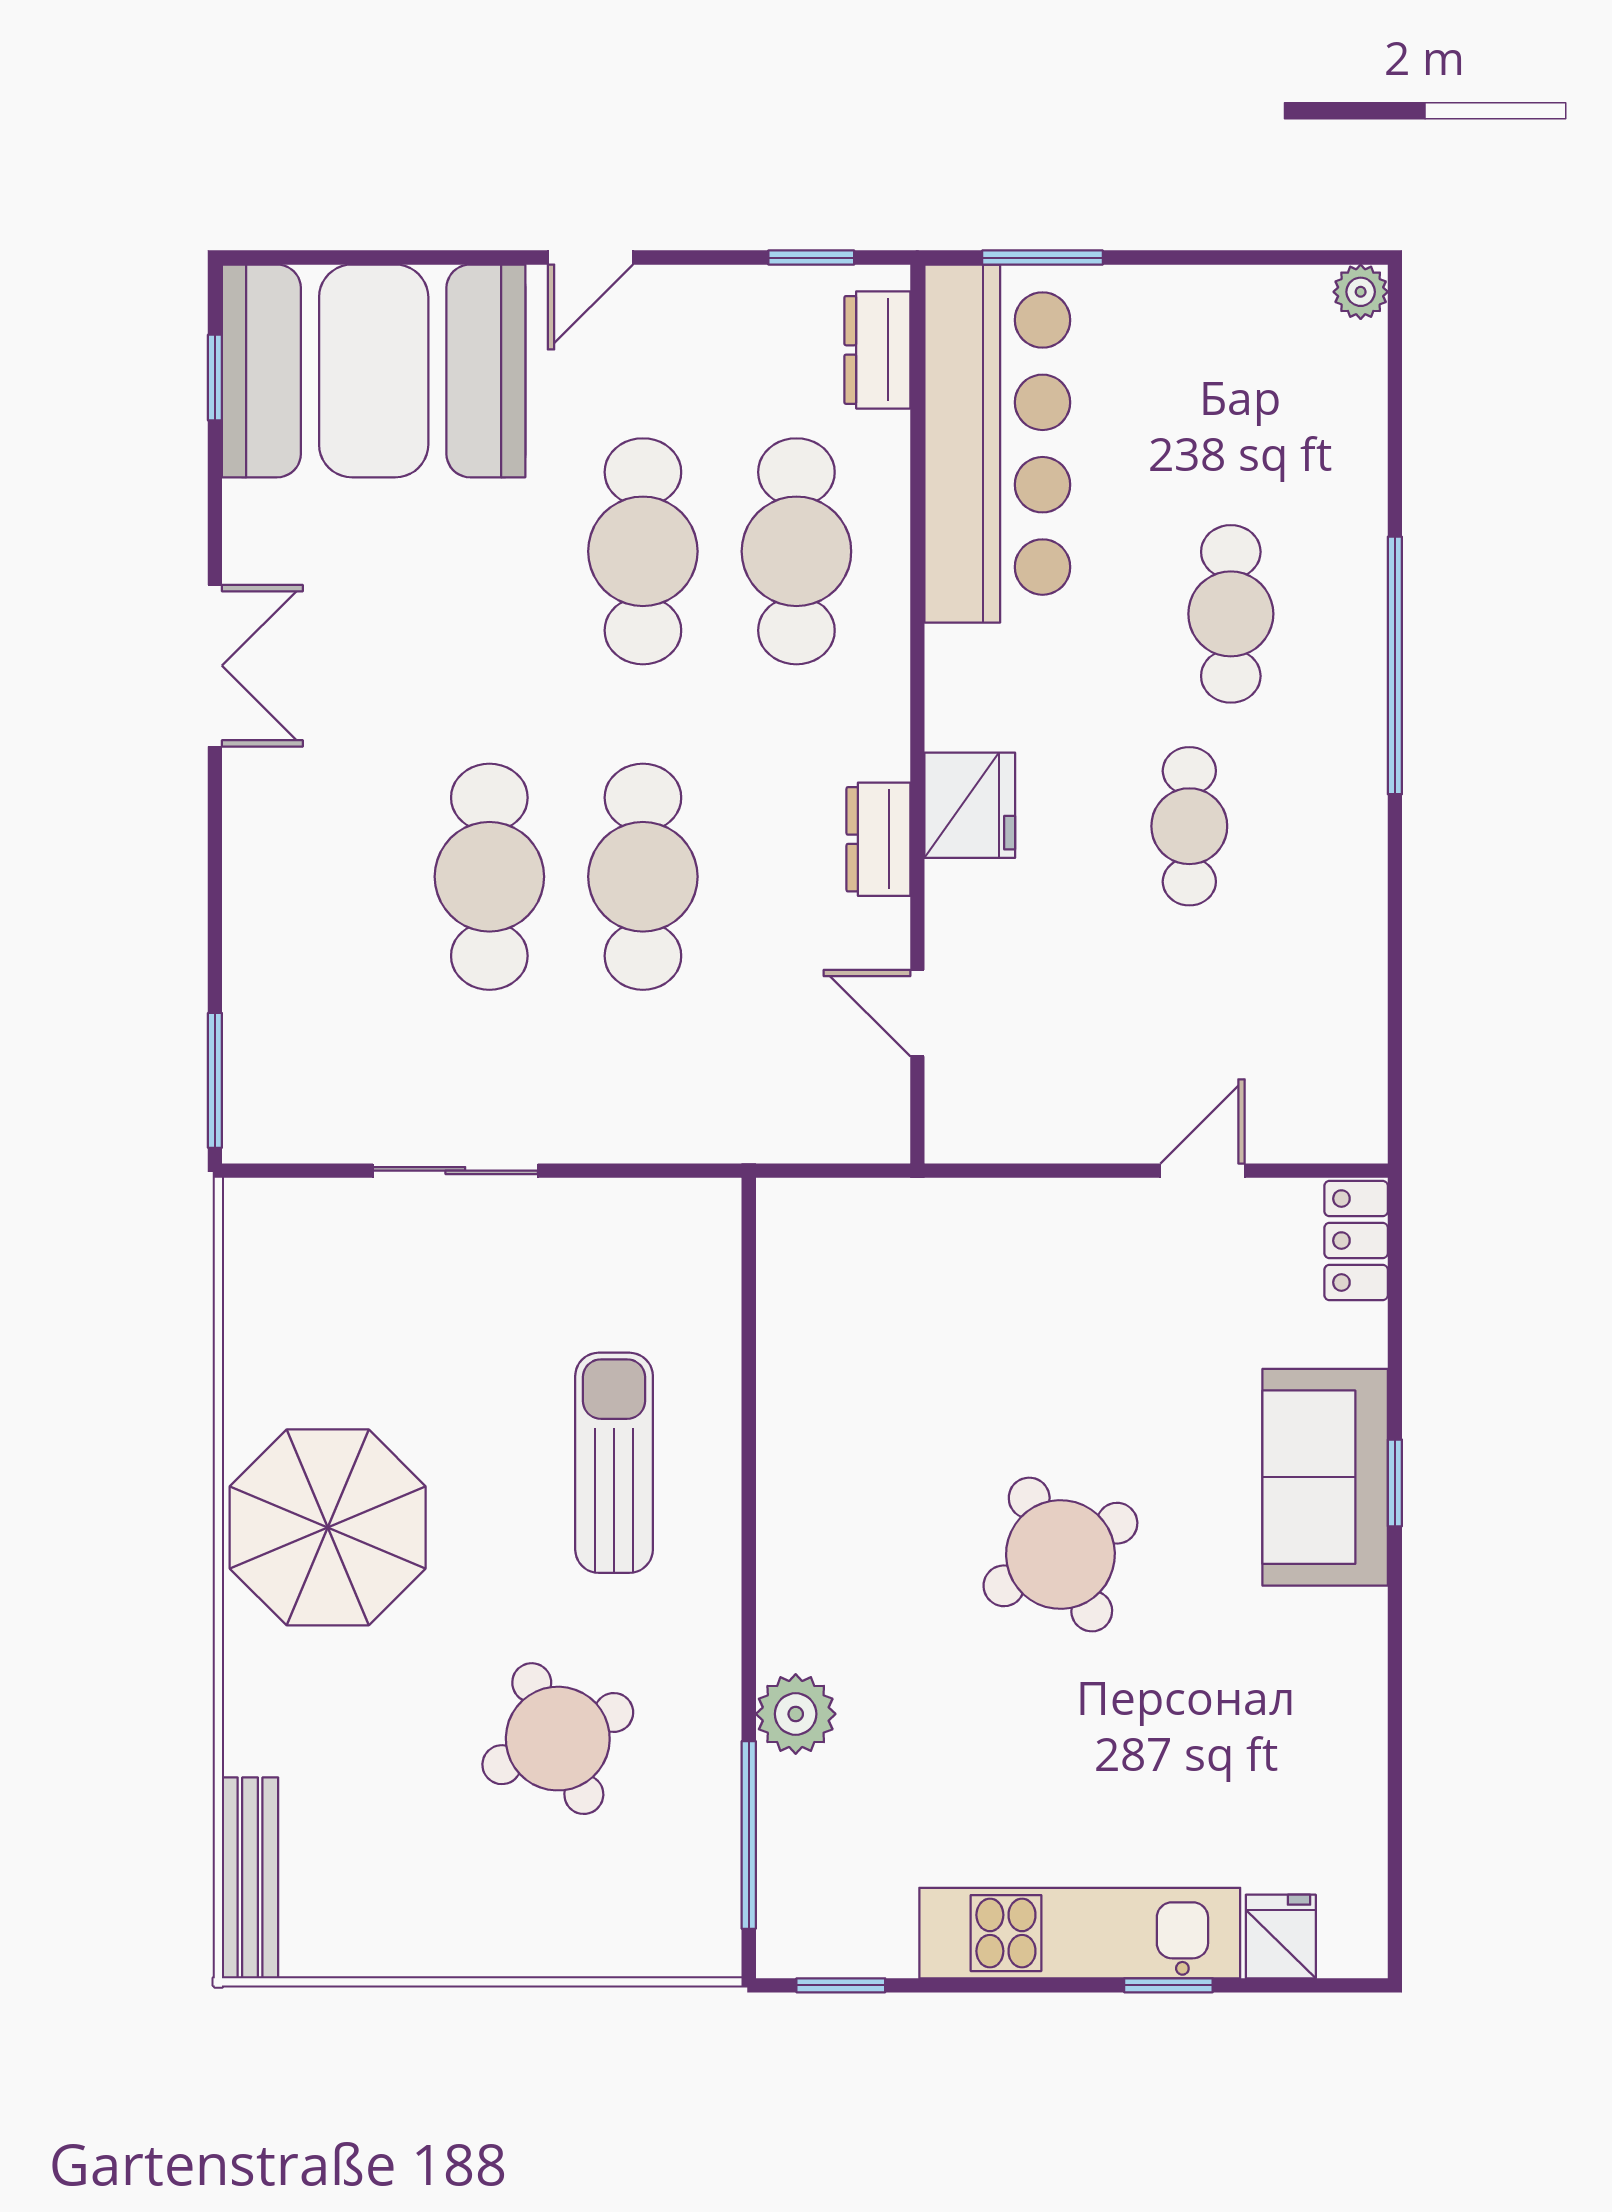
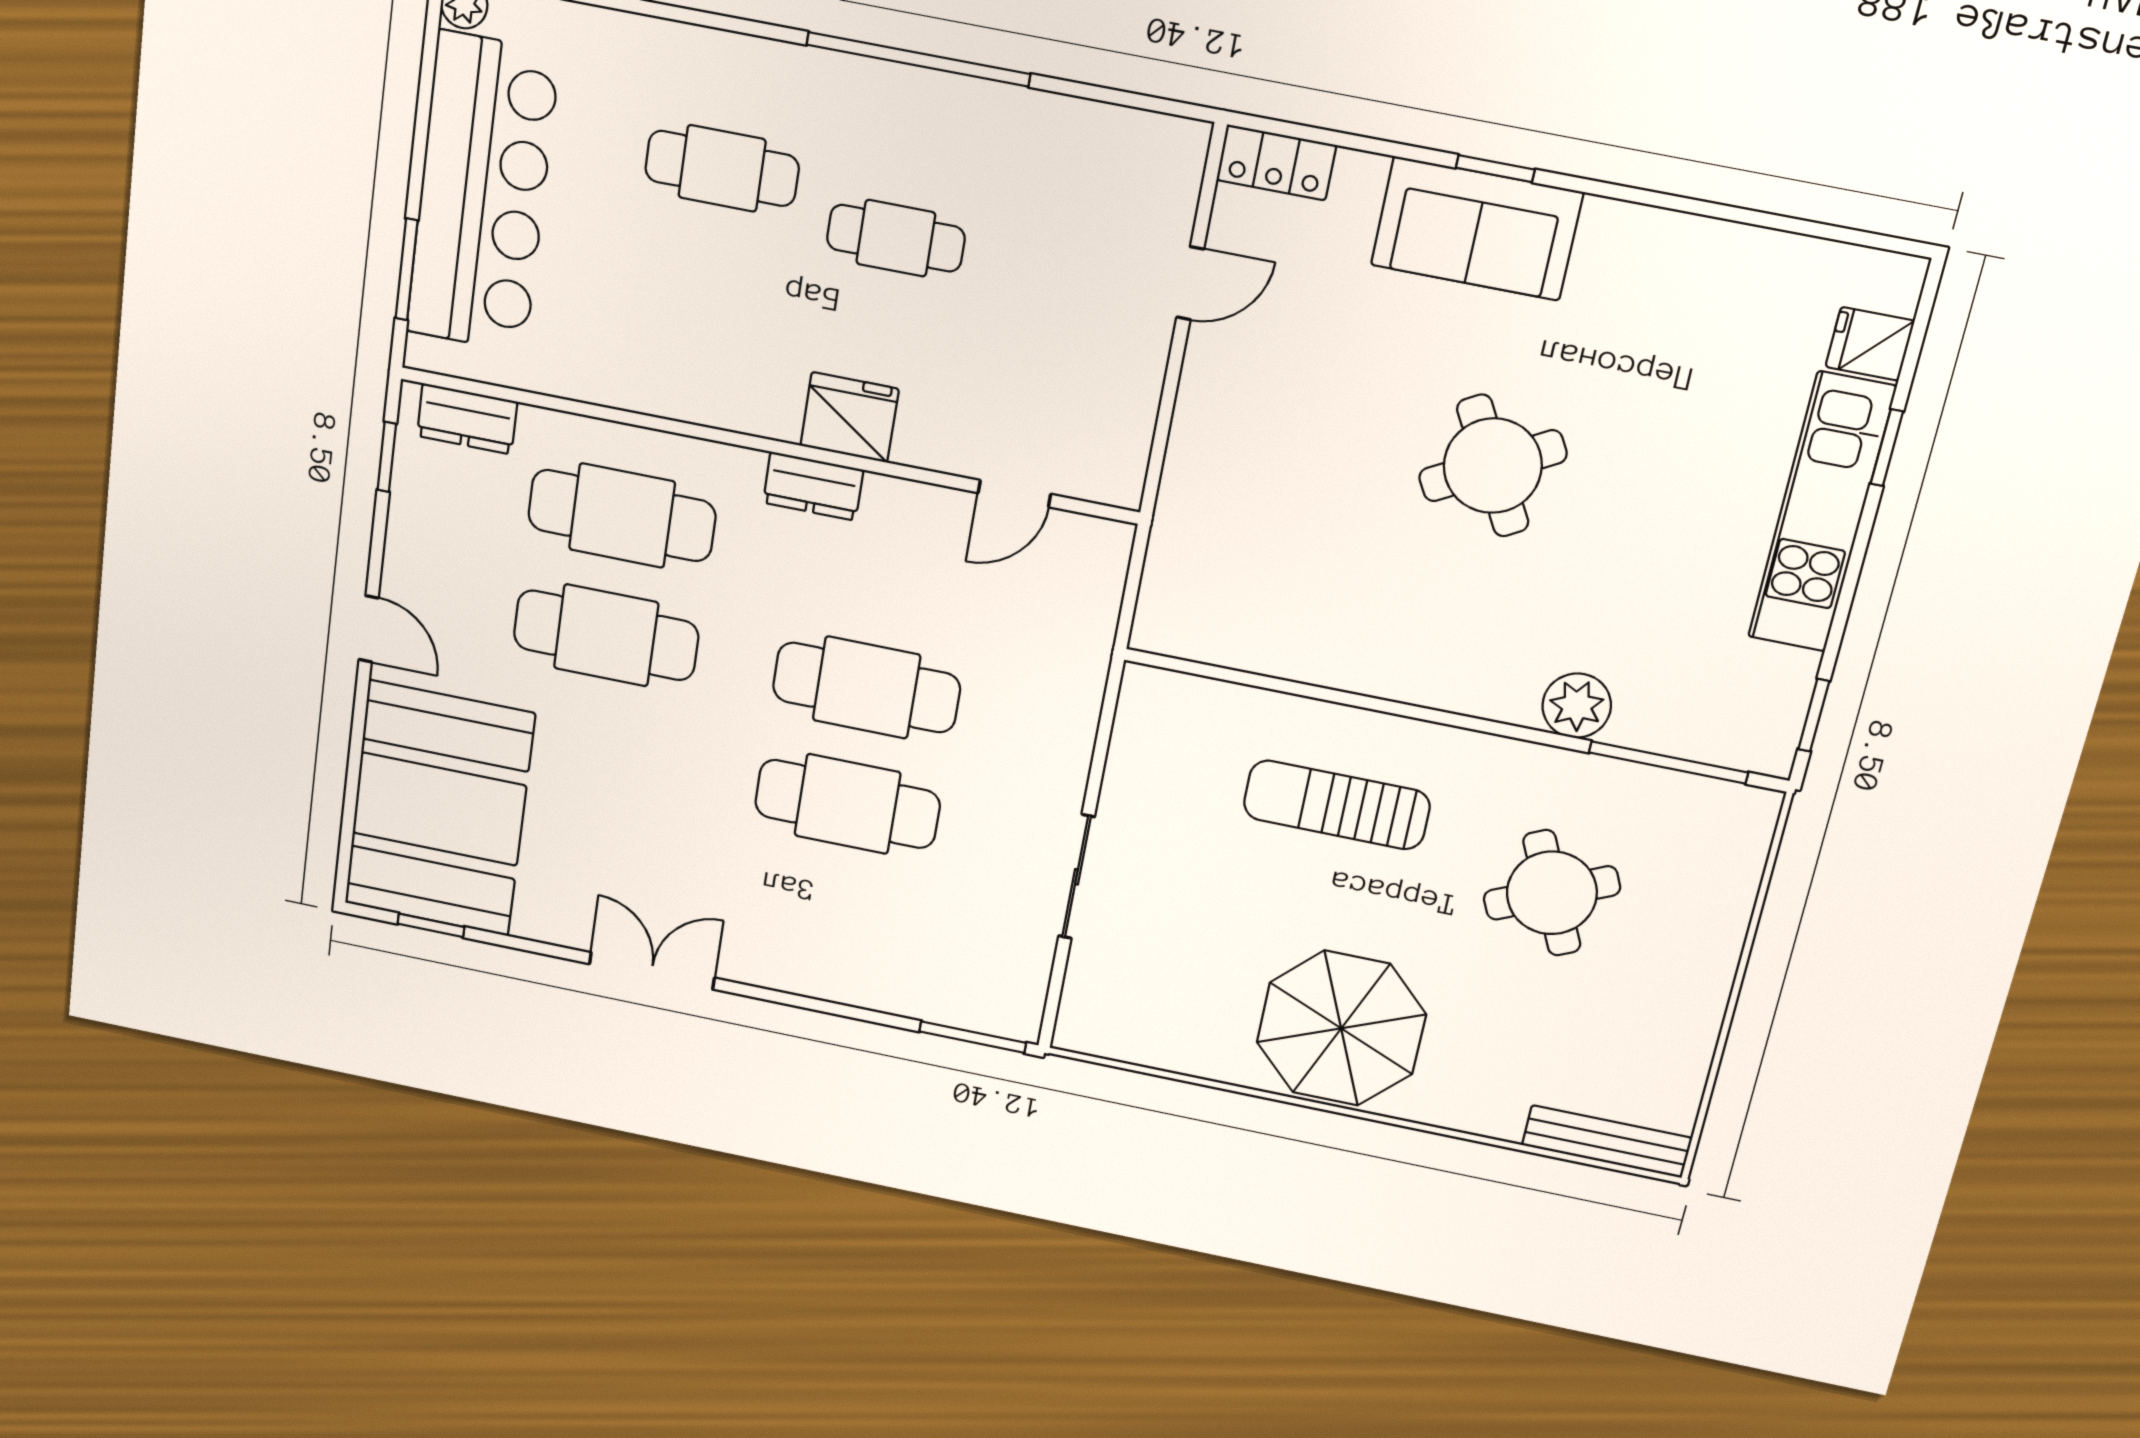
bar counter: (997, 444) -> (482, 194), moved, turned 90
window: (1395, 665) -> (918, 59), moved
dresser: (878, 839) -> (813, 486), moved
door: (1203, 1171) -> (1190, 283), swing flipped

